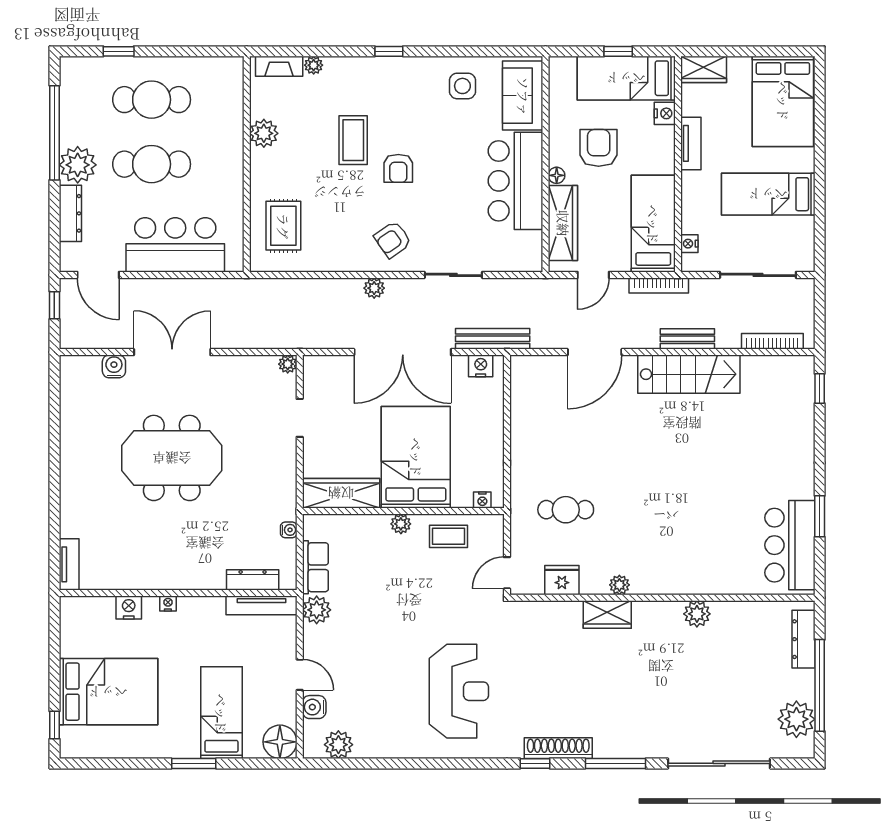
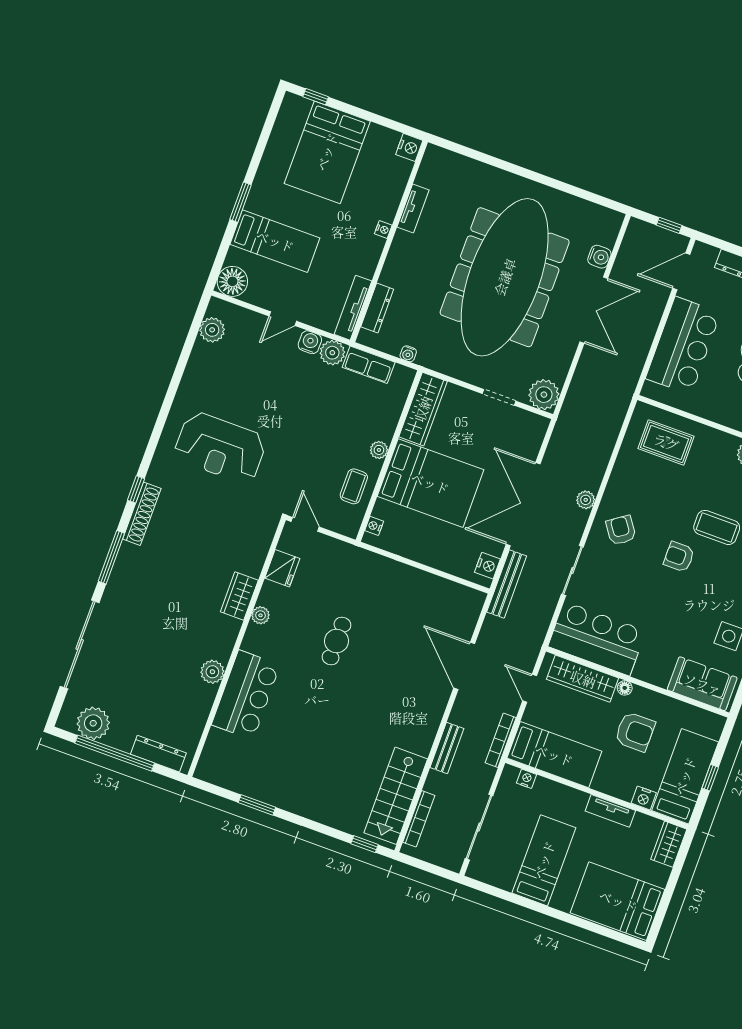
bar counter: (515, 181) -> (597, 639), moved
plant: (288, 364) -> (544, 395), width x1.87, depth x1.87
stairs: (689, 374) -> (396, 796), moved
meeting table: (172, 458) -> (505, 277), width x1.86, depth x1.27
cafe table: (566, 510) -> (336, 641), moved
bar counter: (790, 545) -> (246, 695), moved, turned 90
tv unit: (69, 564) -> (413, 208), moved, turned -90
nightstand: (129, 607) -> (409, 147), moved
water cooler: (314, 707) -> (310, 342), moved

